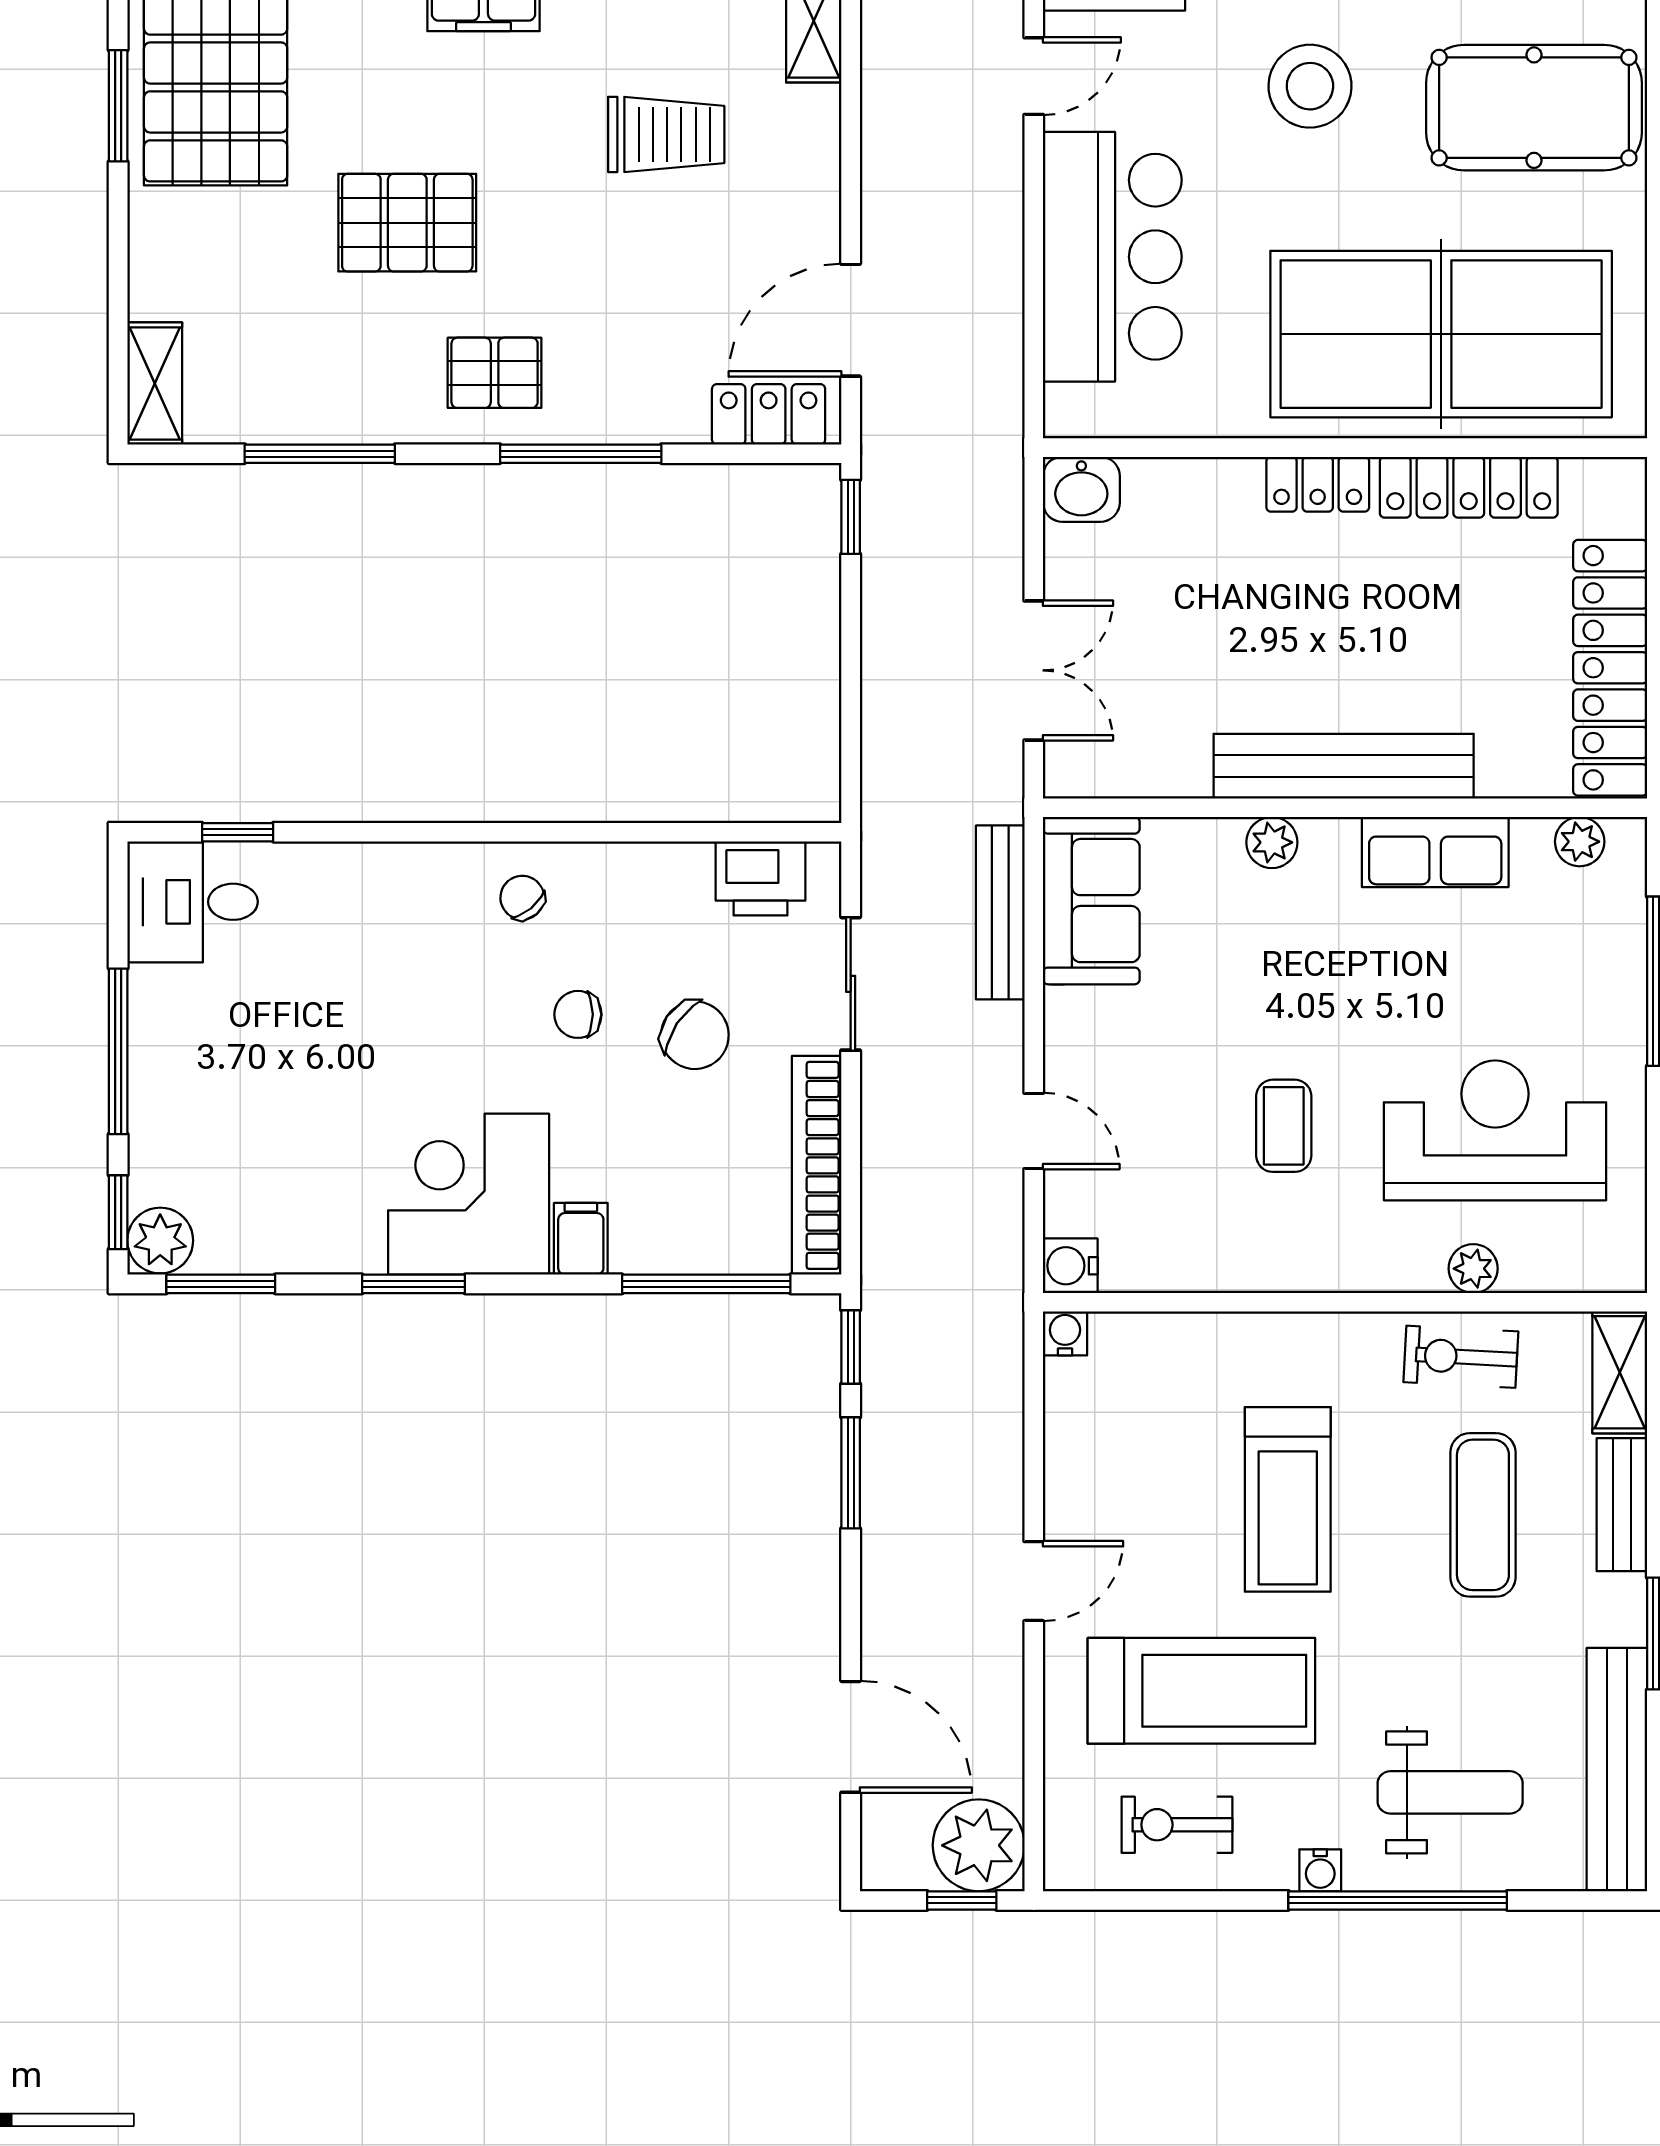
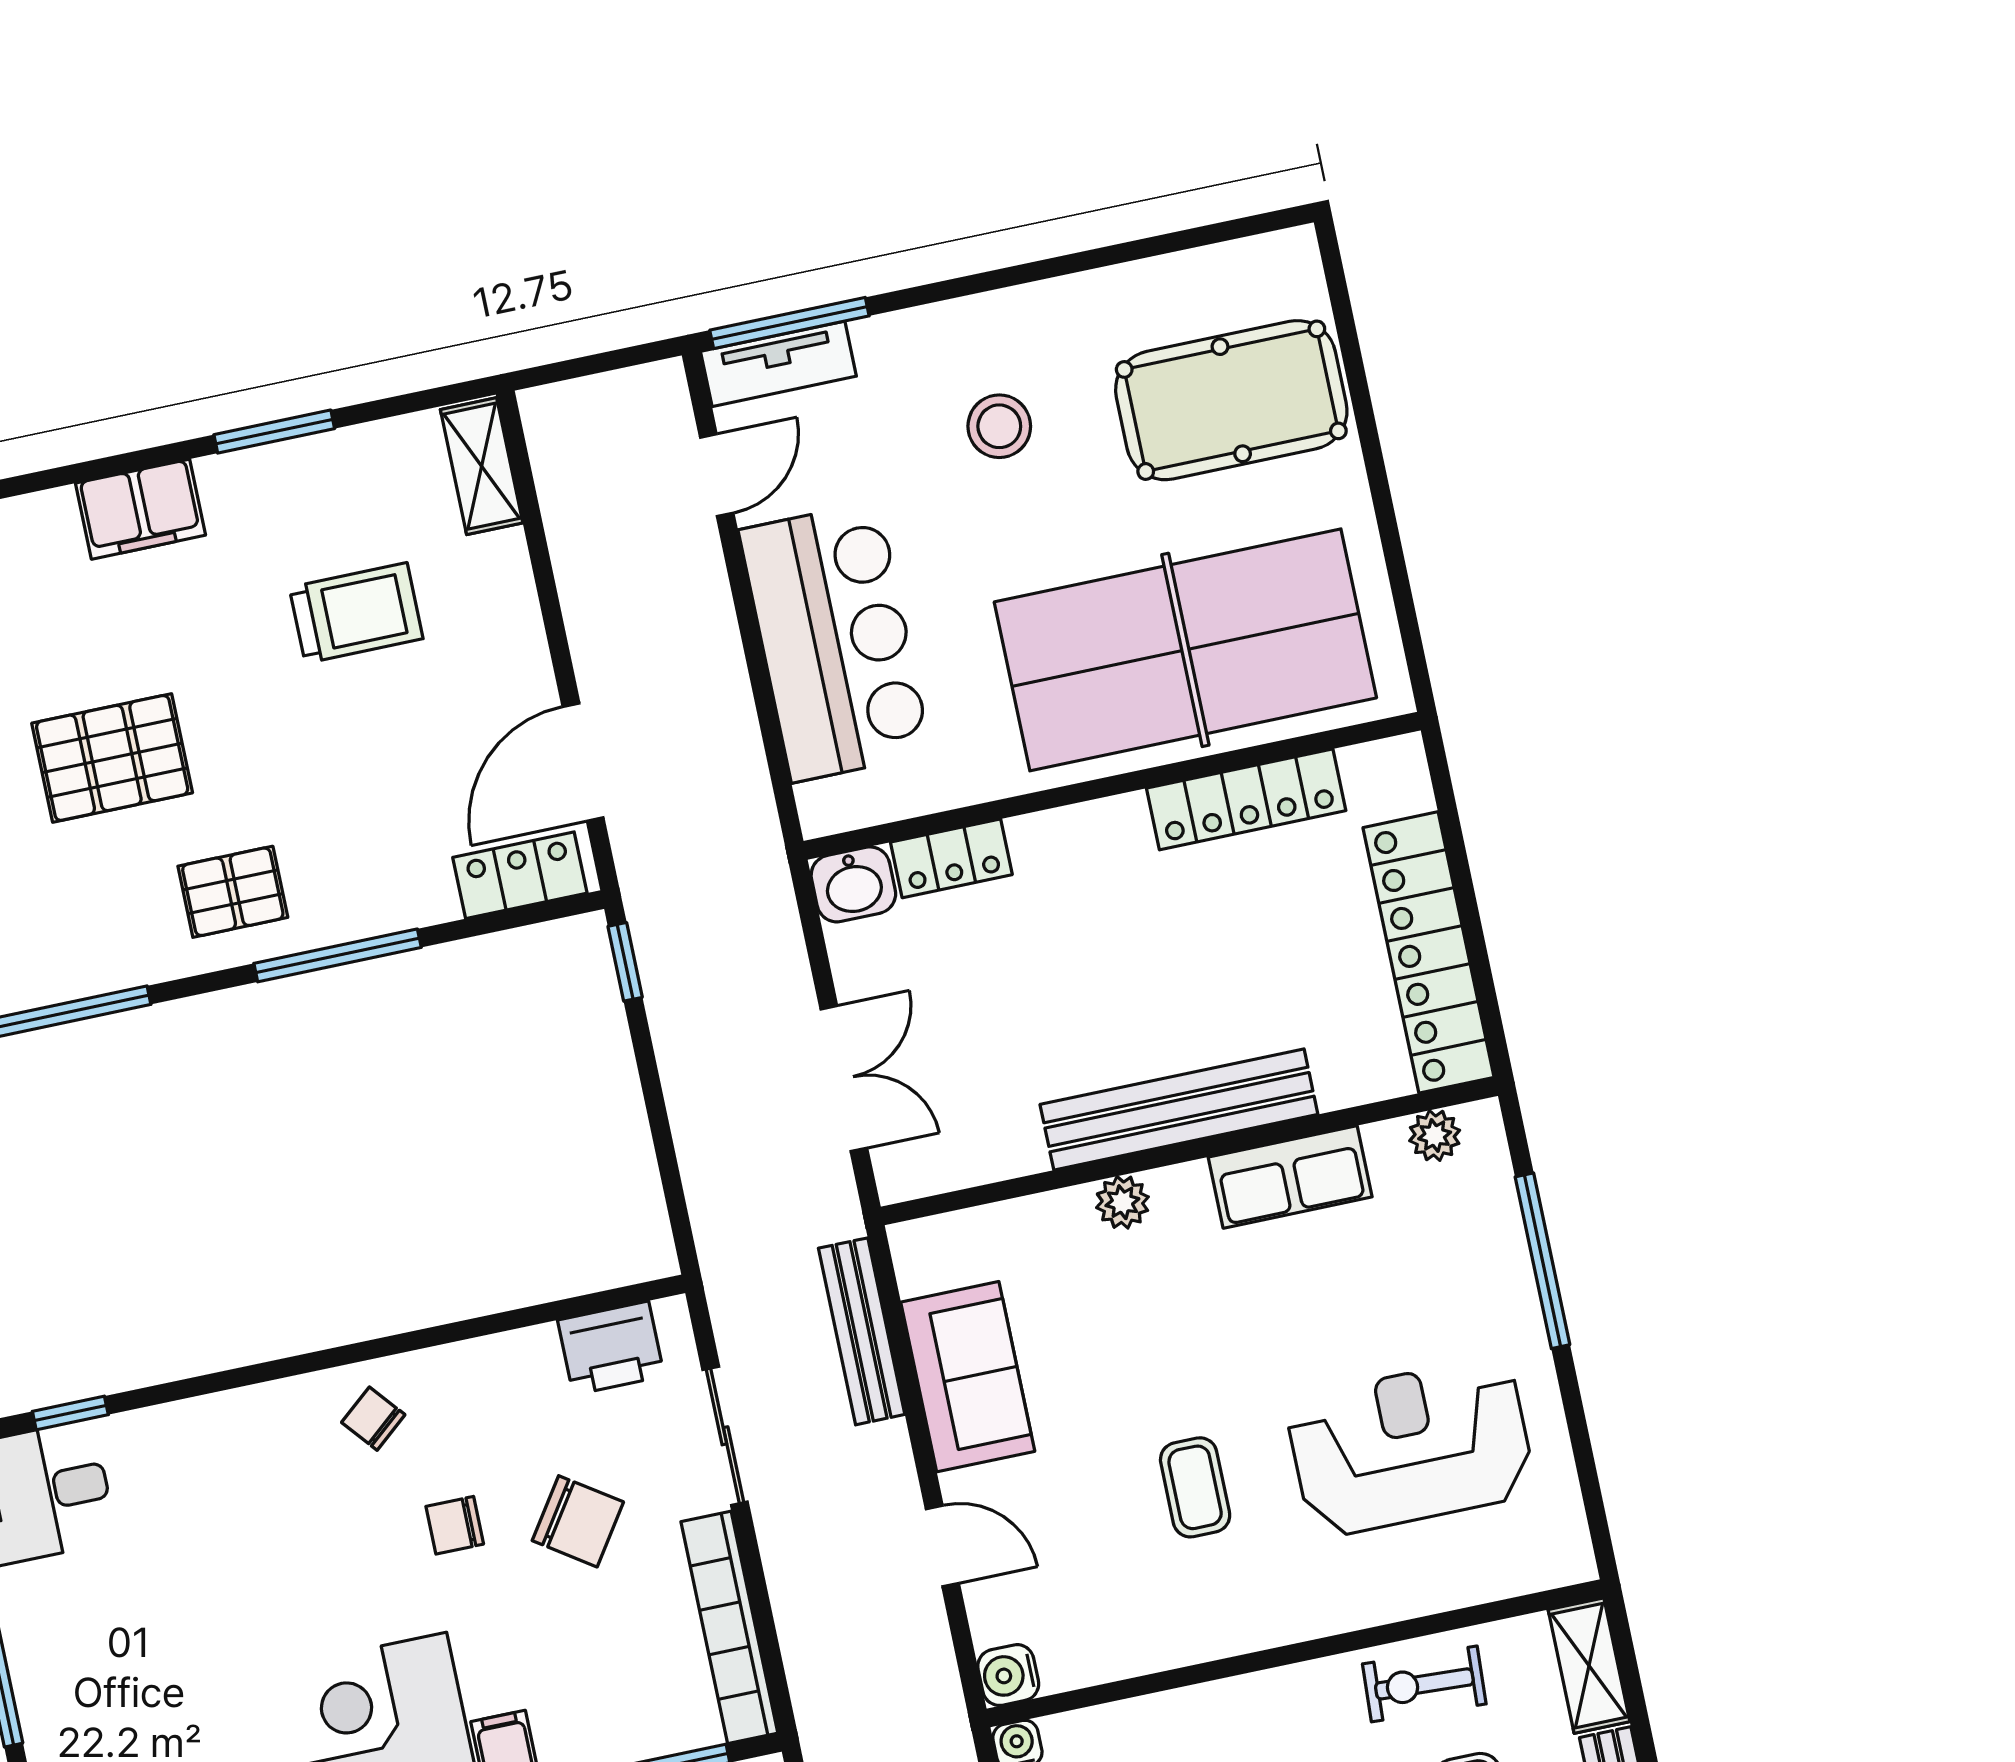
stool: (1310, 86) -> (999, 426), width x0.73, depth x0.73
locker: (1318, 484) -> (951, 858), moved
sofa: (1091, 901) -> (968, 1377), moved
plant: (1473, 1269) -> (1418, 1592), removed

